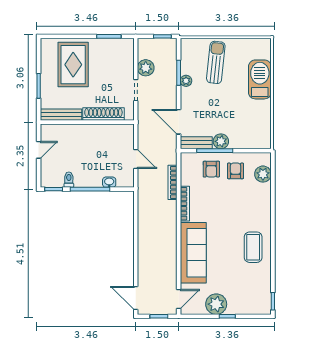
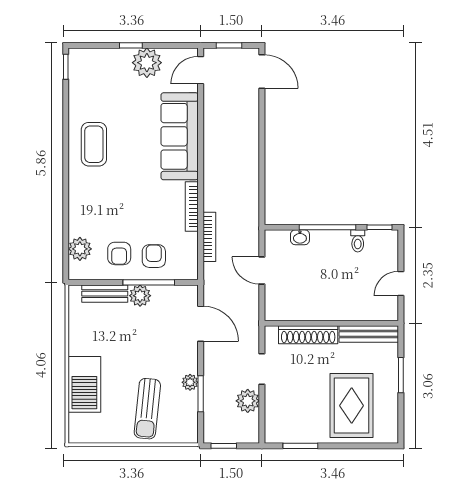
bench: (196, 143) -> (105, 294), moved

